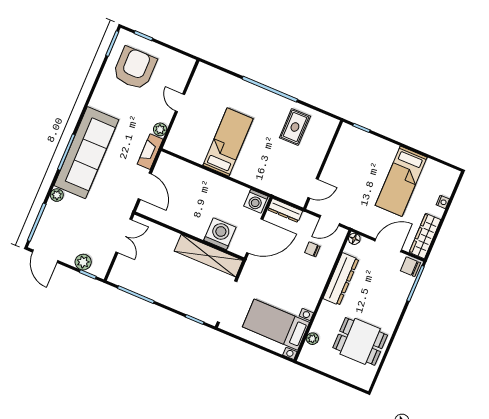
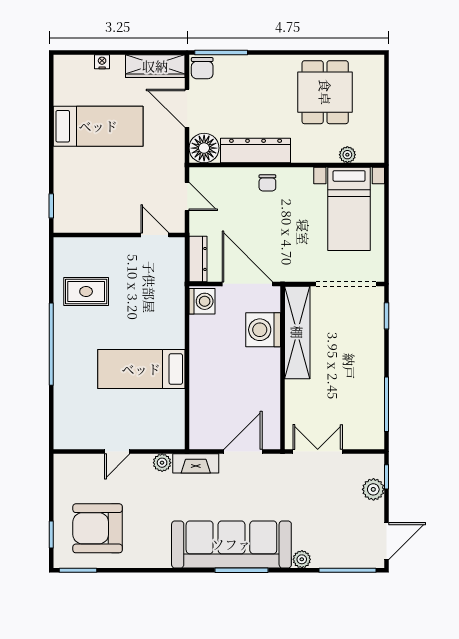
floor lamp: (354, 239) -> (204, 148), width x1.89, depth x1.89
chair: (312, 249) -> (267, 183), moved

